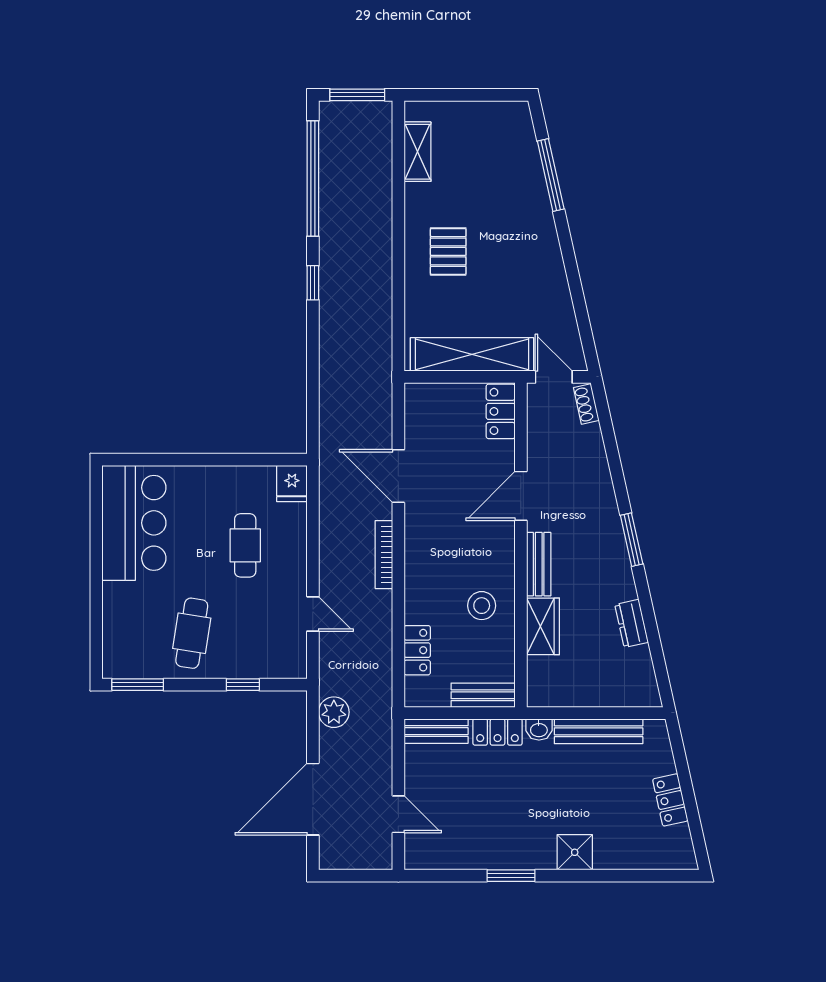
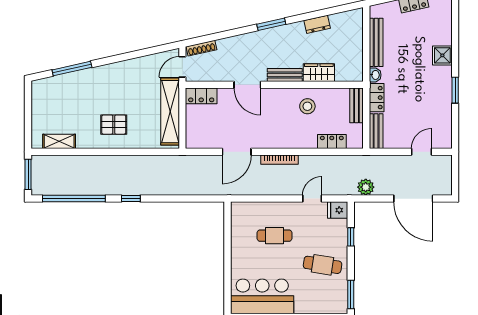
shoe rack: (586, 404) -> (201, 48), width x1.43
fridge: (292, 483) -> (338, 210), moved, turned 180

